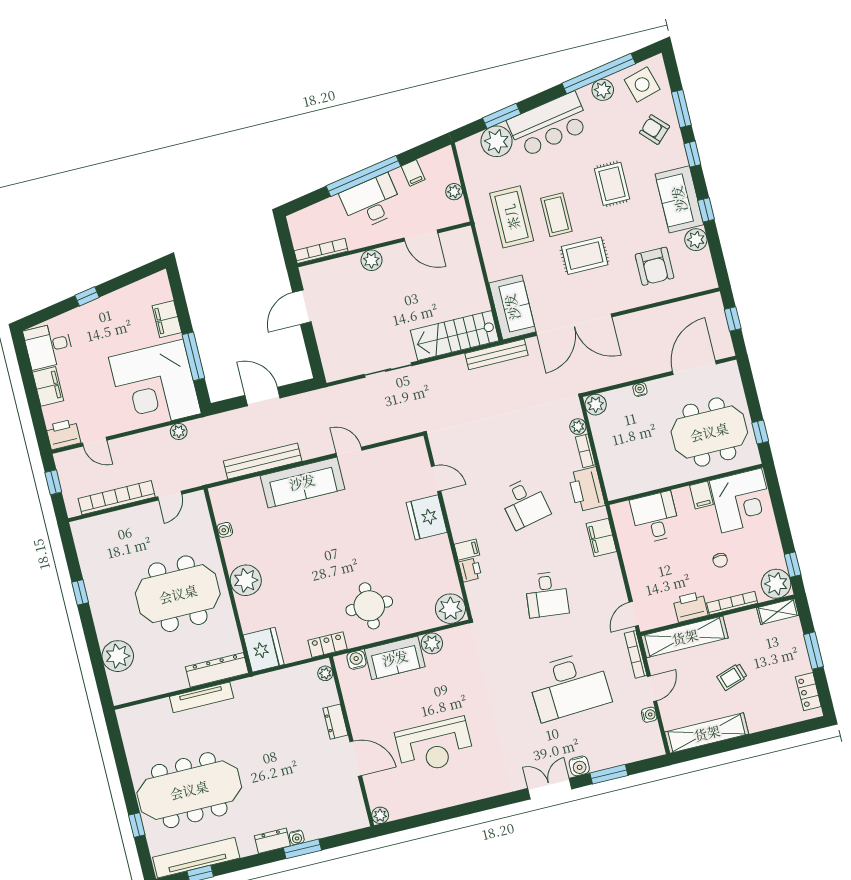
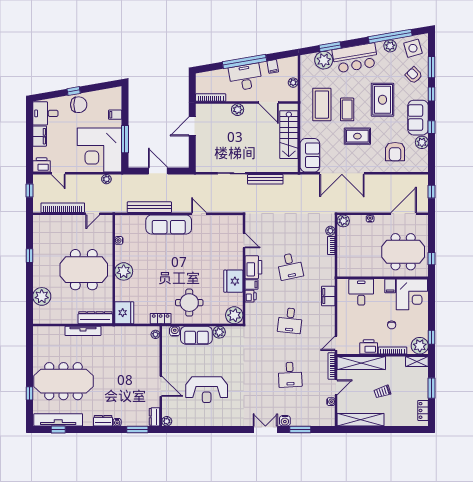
rug: (612, 184) -> (383, 100), width x1.36, depth x1.43
chair: (101, 317) -> (79, 105), added
filing cabinet: (167, 319) -> (115, 115), width x0.50
stairs: (455, 336) -> (289, 135), moved, turned -90
bench: (496, 354) -> (265, 179), moved
printer: (587, 489) -> (253, 267), moved, turned 180
fridge: (427, 517) -> (233, 281), moved
desk: (569, 686) -> (290, 375), width x0.53, depth x0.77
dresser: (335, 722) -> (155, 417), moved
window: (302, 849) -> (137, 429), moved

